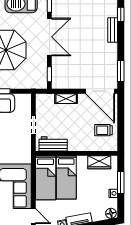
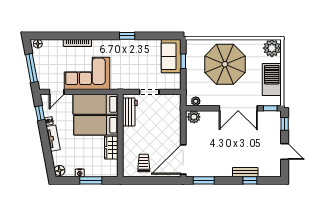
window: (121, 14) -> (250, 180), moved
window: (49, 74) -> (200, 108), removed
plant: (43, 79) -> (196, 101), added
plant: (58, 81) -> (194, 117), added
shelving: (66, 99) -> (176, 125), removed
wardrobe: (99, 162) -> (111, 148), moved

